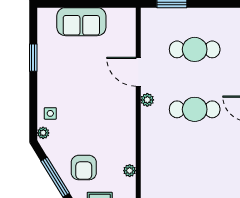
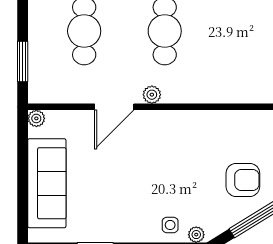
sofa: (81, 22) -> (47, 183), width x1.36
plant: (130, 171) -> (36, 118), moved

